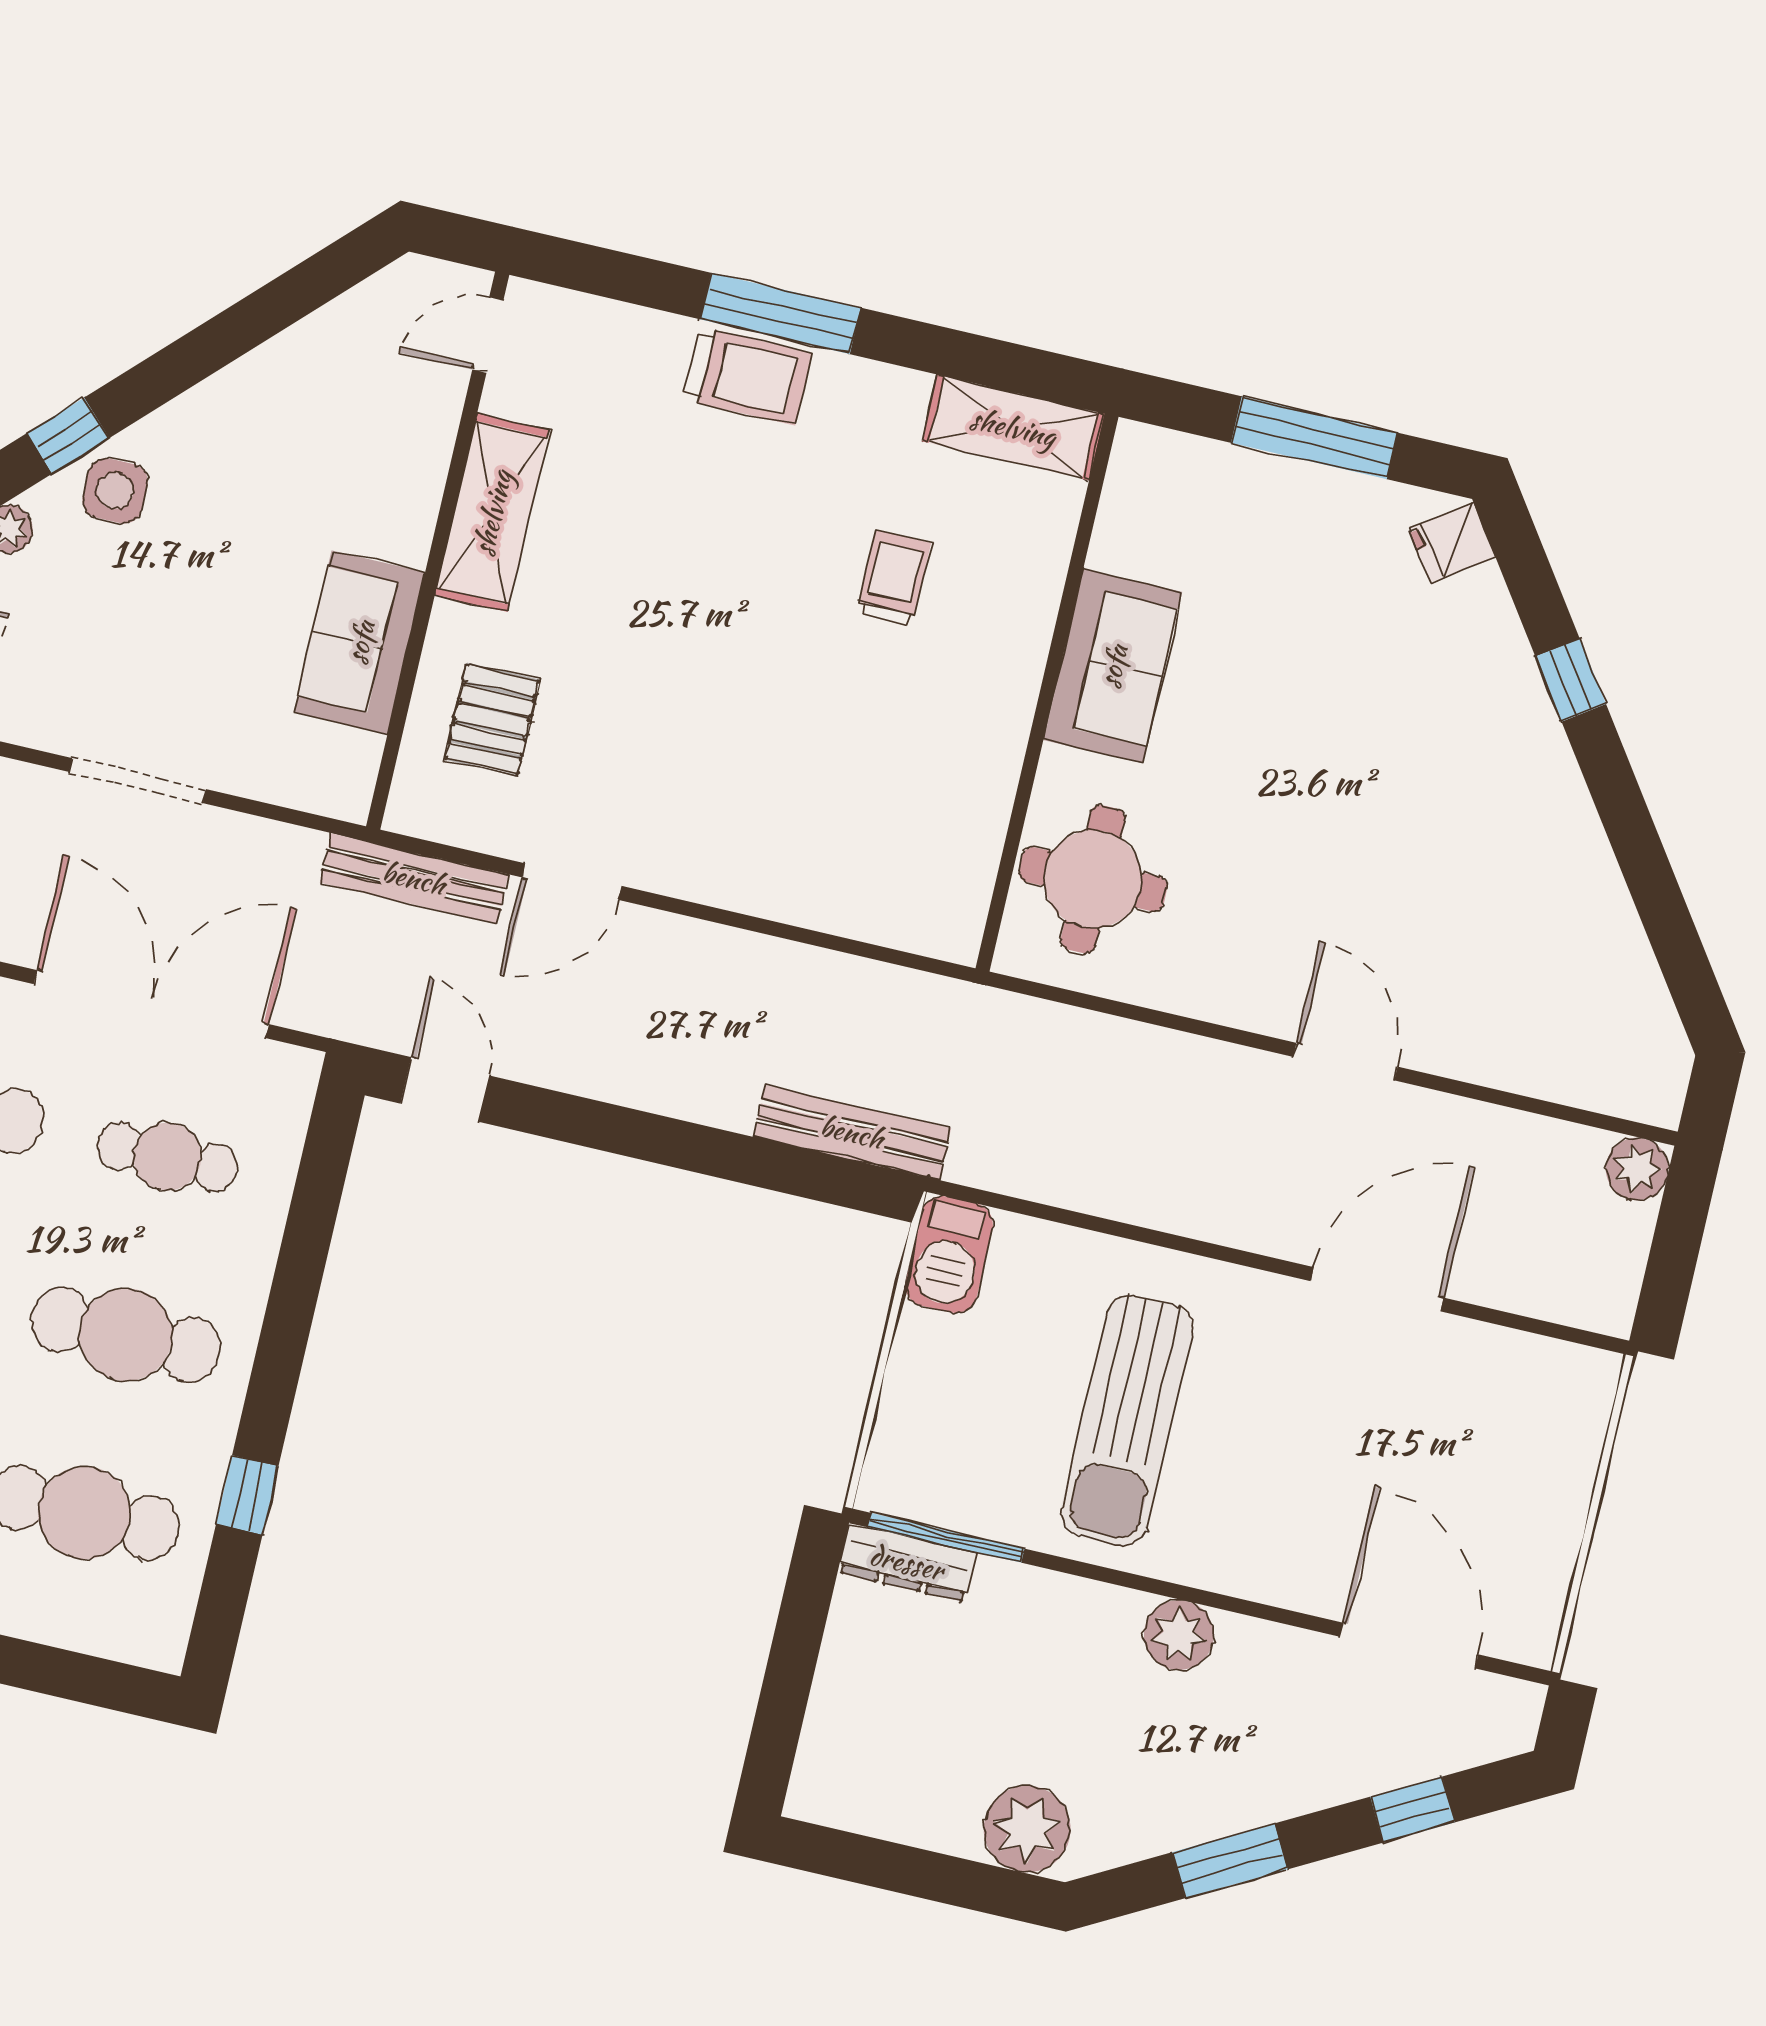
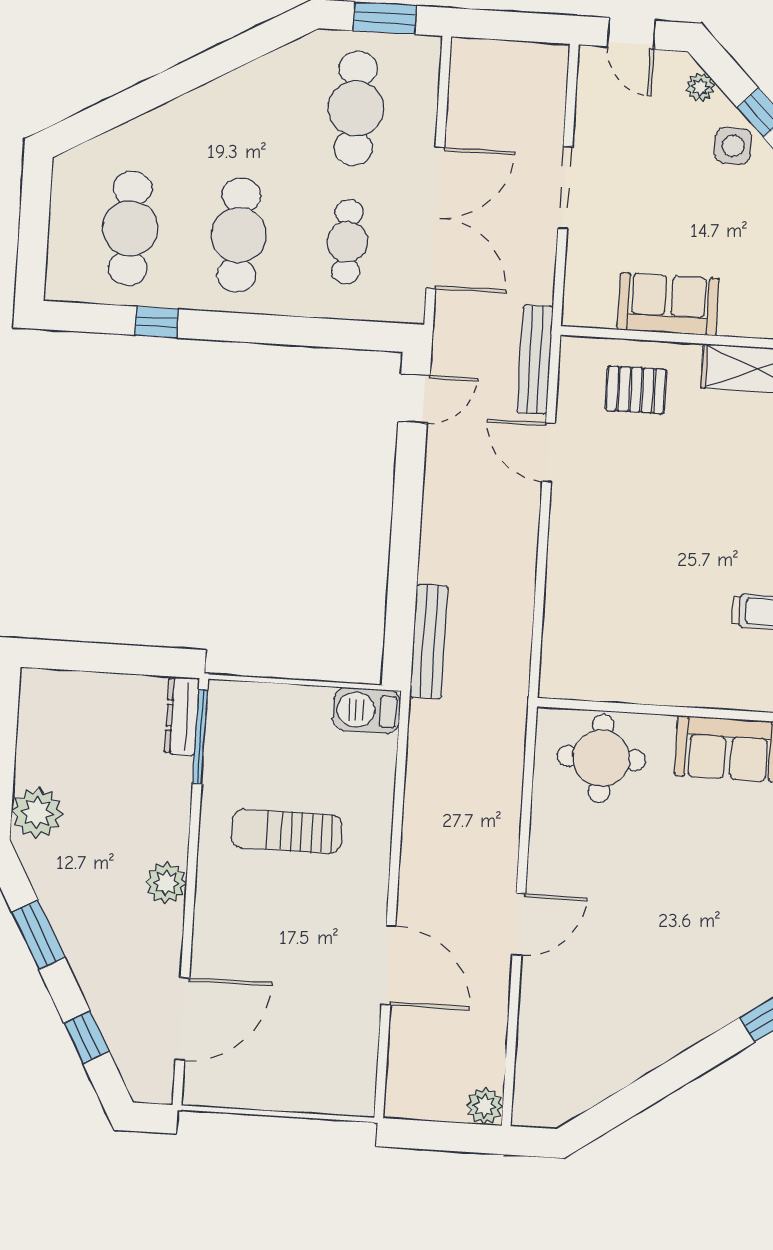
sun lounger: (1127, 1421) -> (287, 831), width x0.73, depth x0.75

